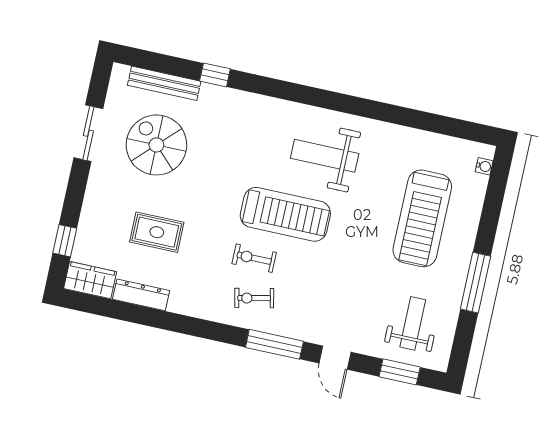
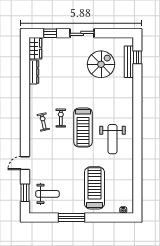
window: (215, 75) -> (137, 57), moved
sliding door: (88, 133) -> (82, 33), moved
weight bench: (325, 156) -> (112, 139), turned 180
treadmill: (422, 218) -> (94, 188), turned 90
rug: (157, 232) -> (63, 73), removed
window: (274, 344) -> (25, 135), removed

